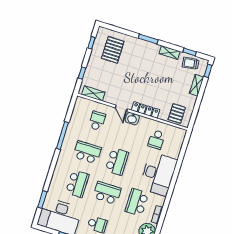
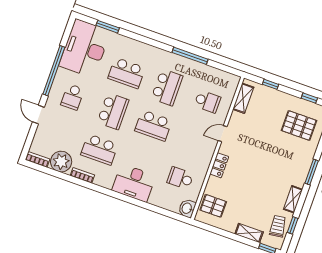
locker: (146, 110) -> (219, 165), width x0.66
washbasin: (132, 119) -> (187, 208), moved
desk: (158, 174) -> (134, 183), width x0.73, depth x0.77
school desk: (137, 202) -> (99, 149), turned 180

